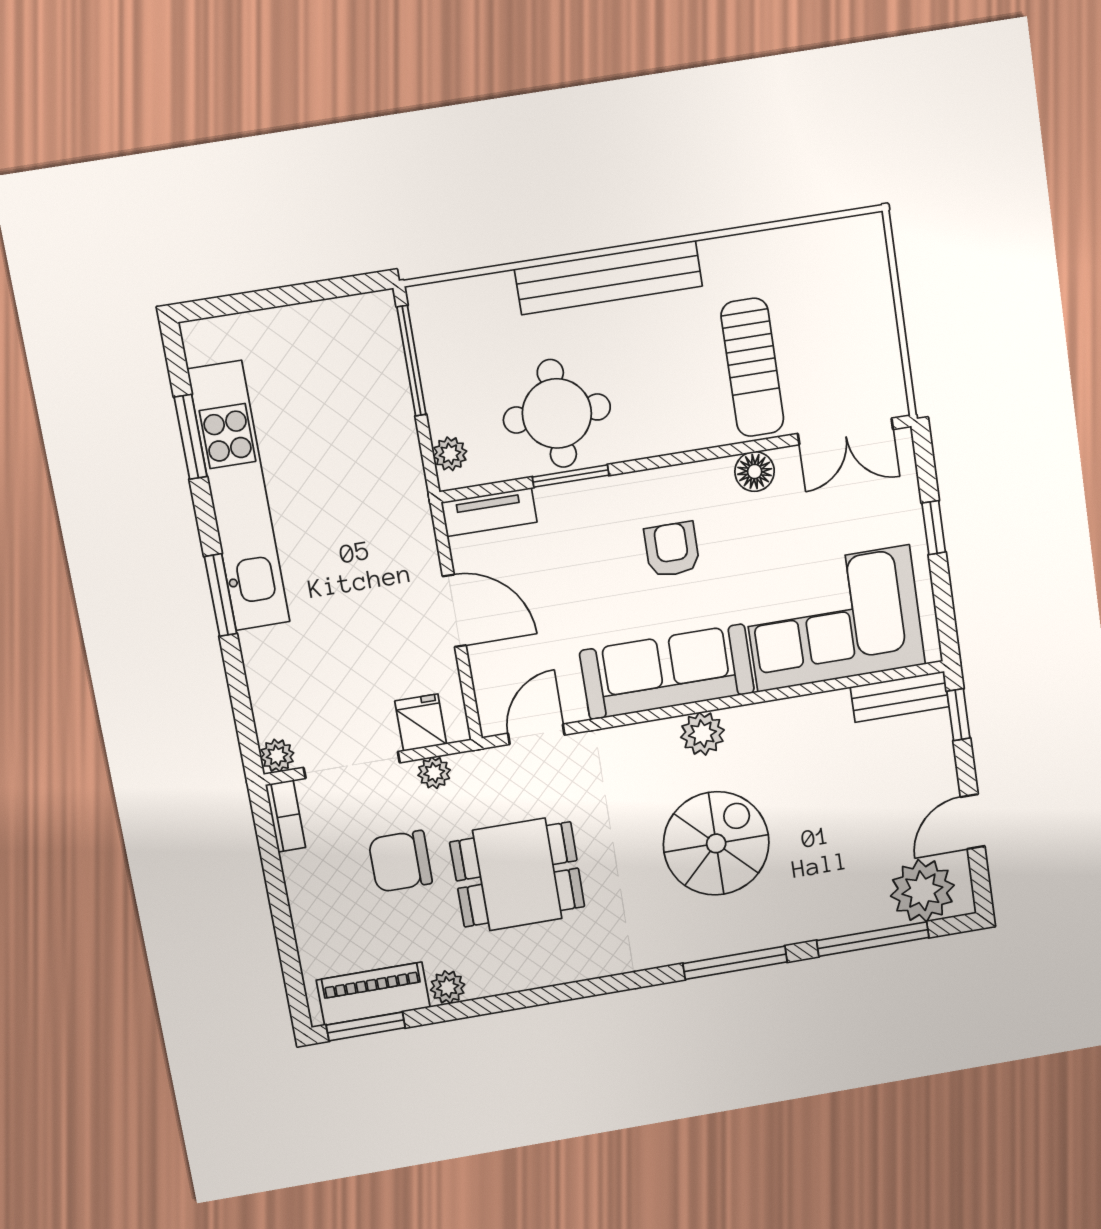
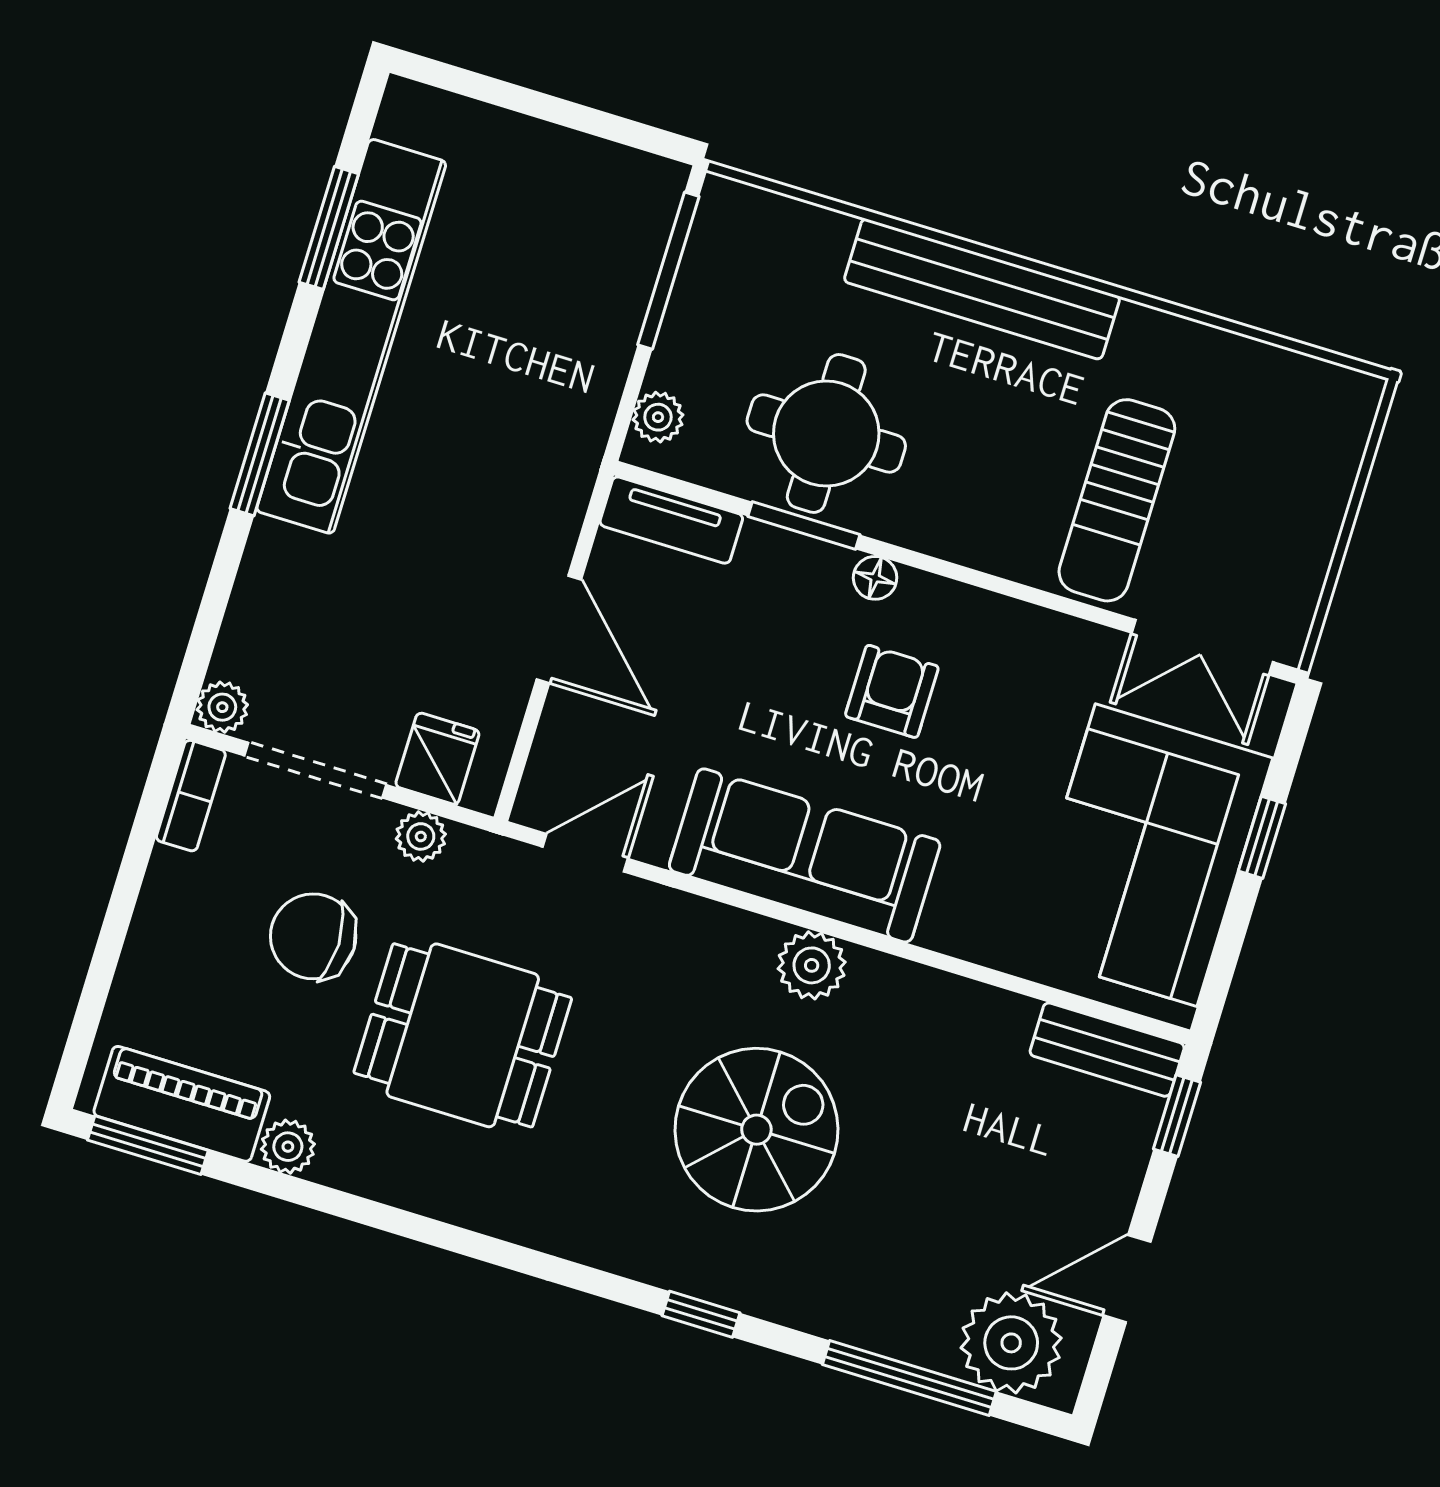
floor lamp: (755, 472) -> (875, 578), moved, width x0.73, depth x0.73
corner sofa: (833, 619) -> (1146, 855), moved, turned -90
window: (735, 963) -> (701, 1314), width x0.46

